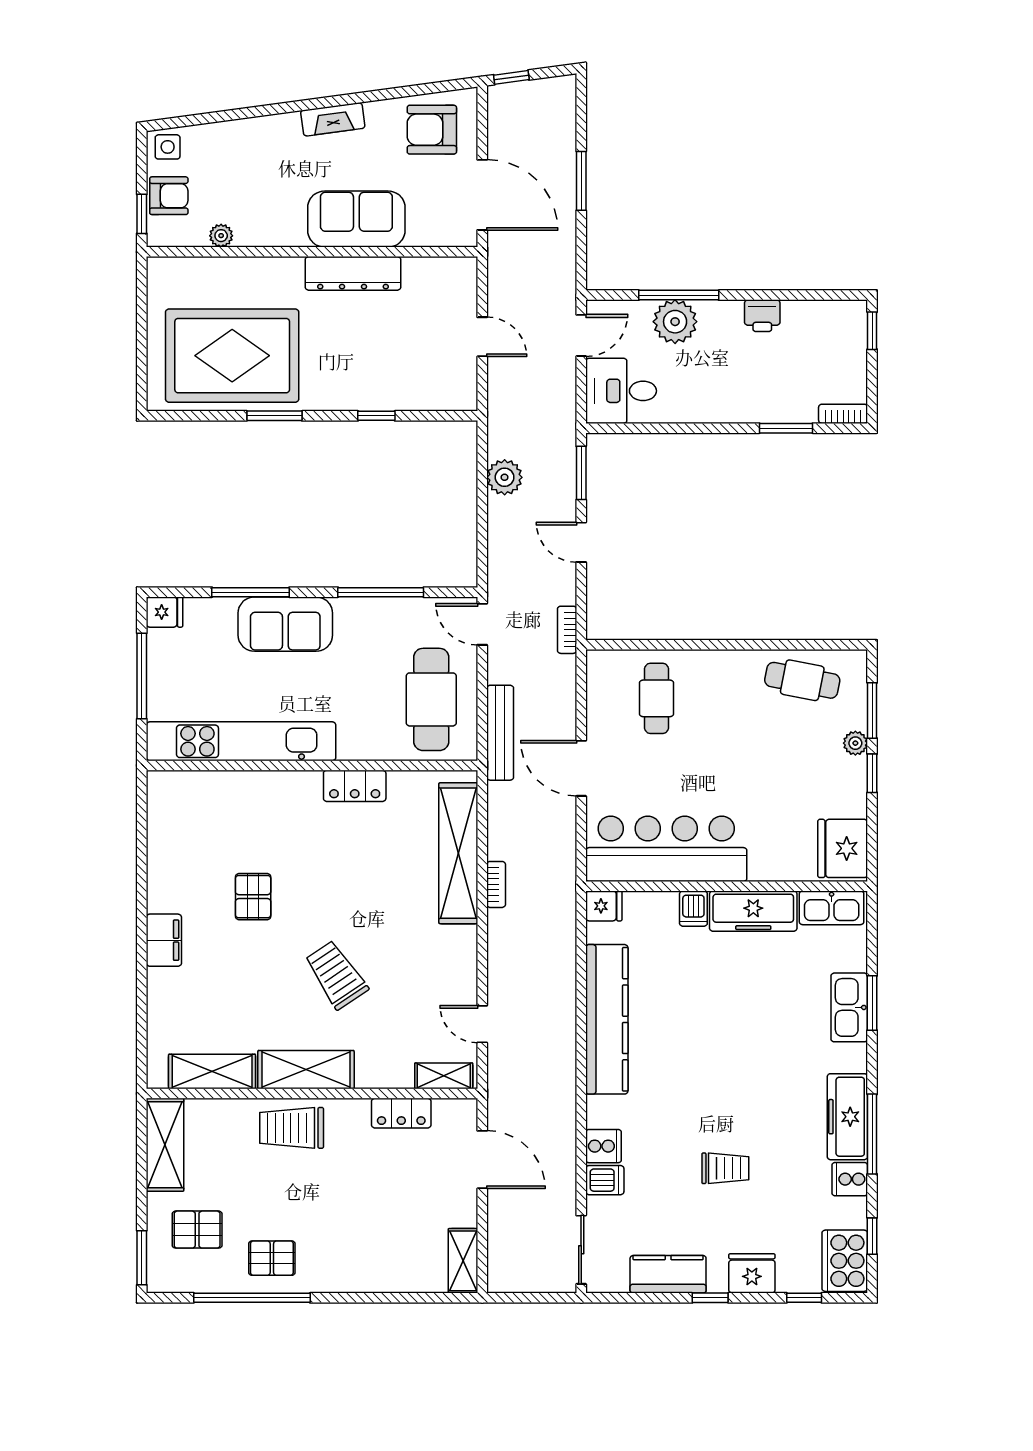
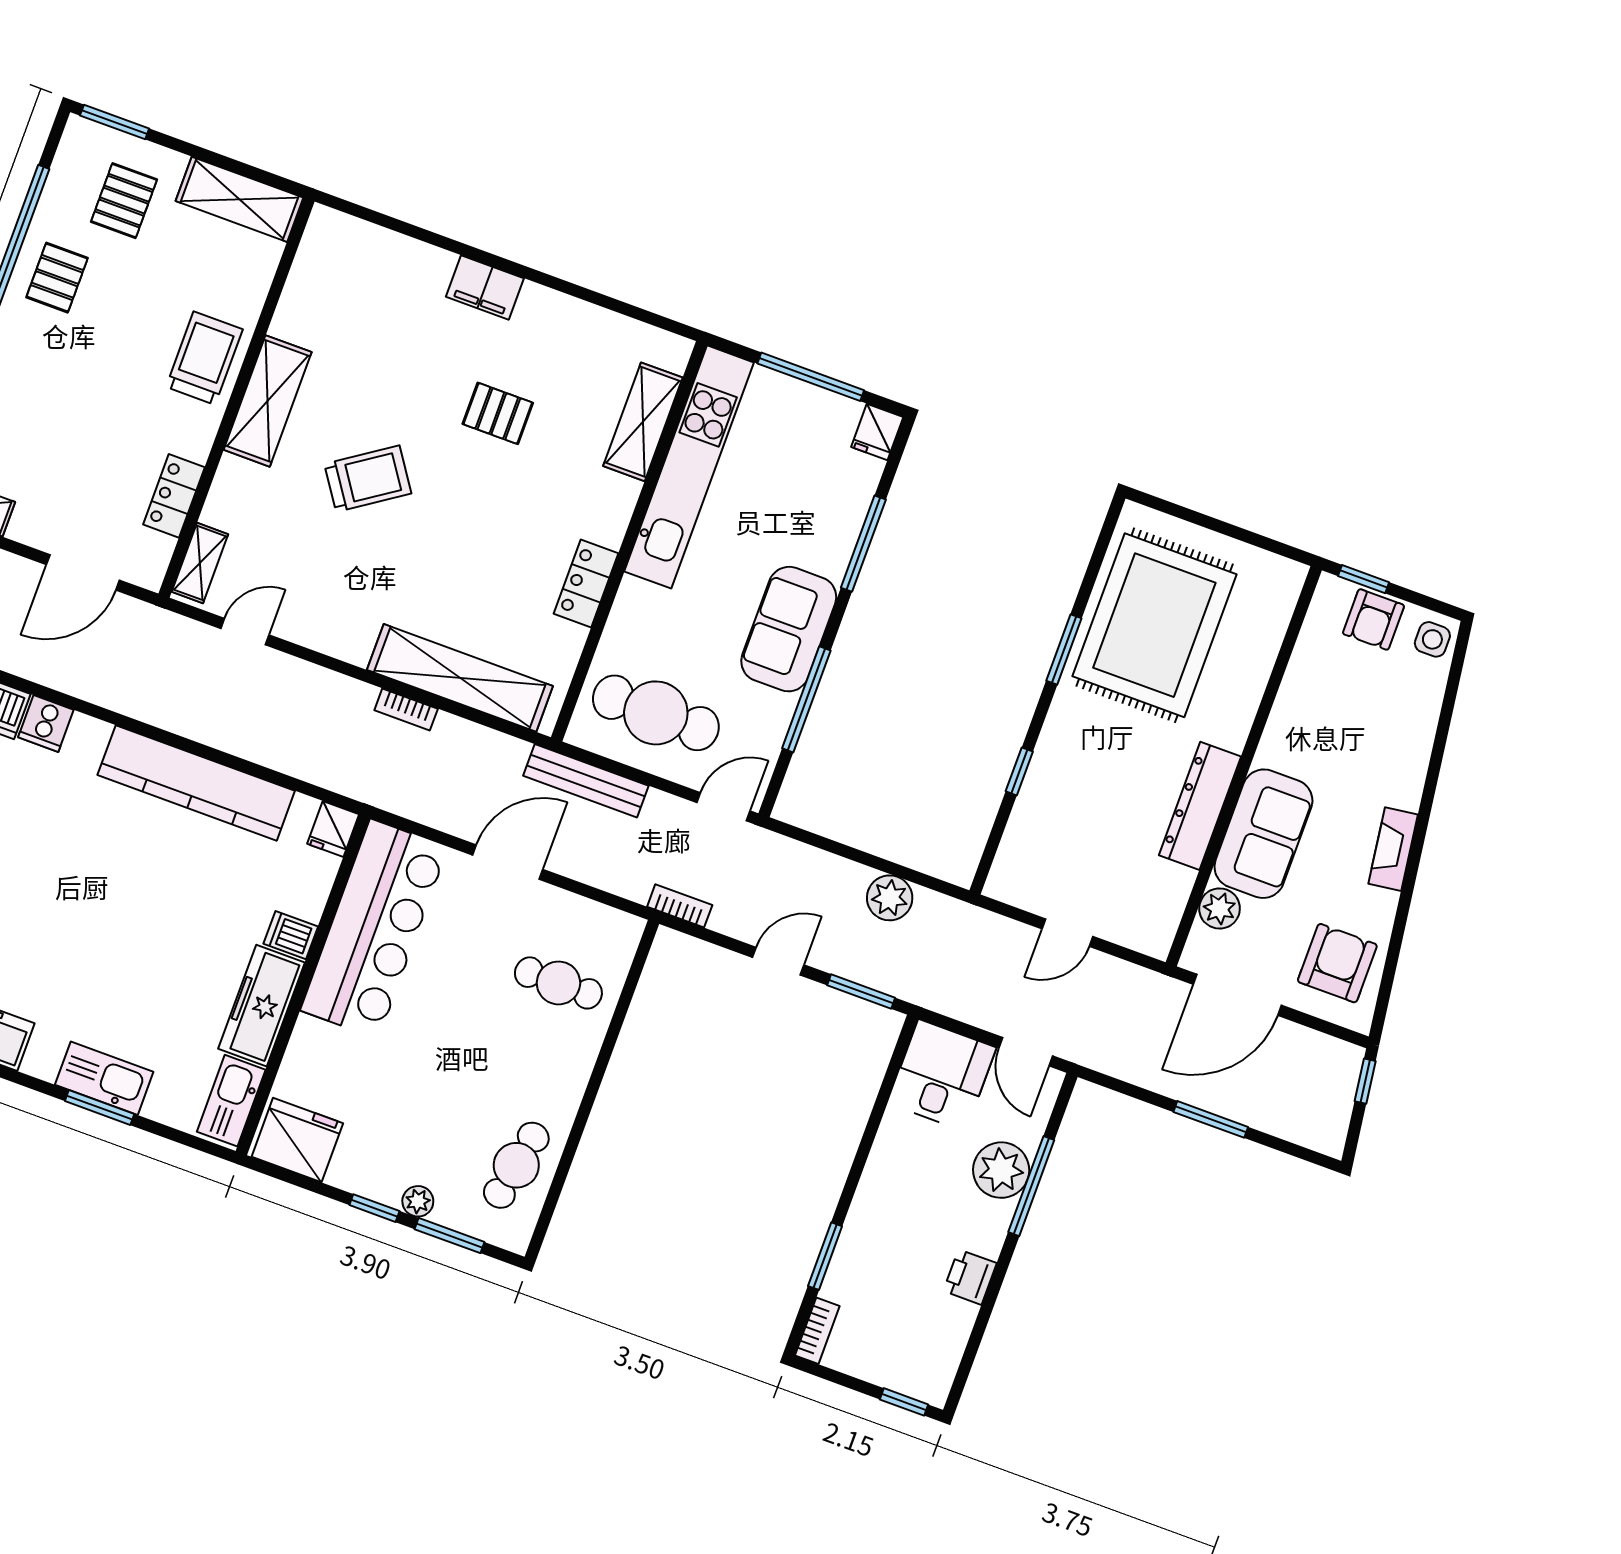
plant: (221, 236) -> (1220, 908), moved, width x1.38, depth x1.38
sofa: (285, 624) -> (789, 629), moved
shelving: (212, 1072) -> (643, 422), moved

